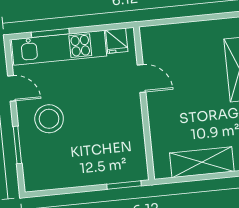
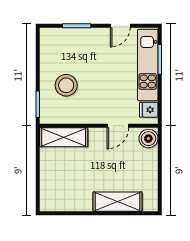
boiler: (154, 37) -> (148, 139), added
stool: (49, 119) -> (66, 85), moved
shelving: (202, 162) -> (64, 137), moved, turned 90

